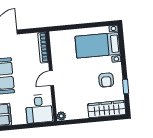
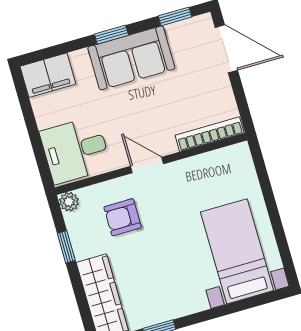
armchair: (106, 80) -> (123, 217), moved
window: (81, 121) -> (66, 247), added

